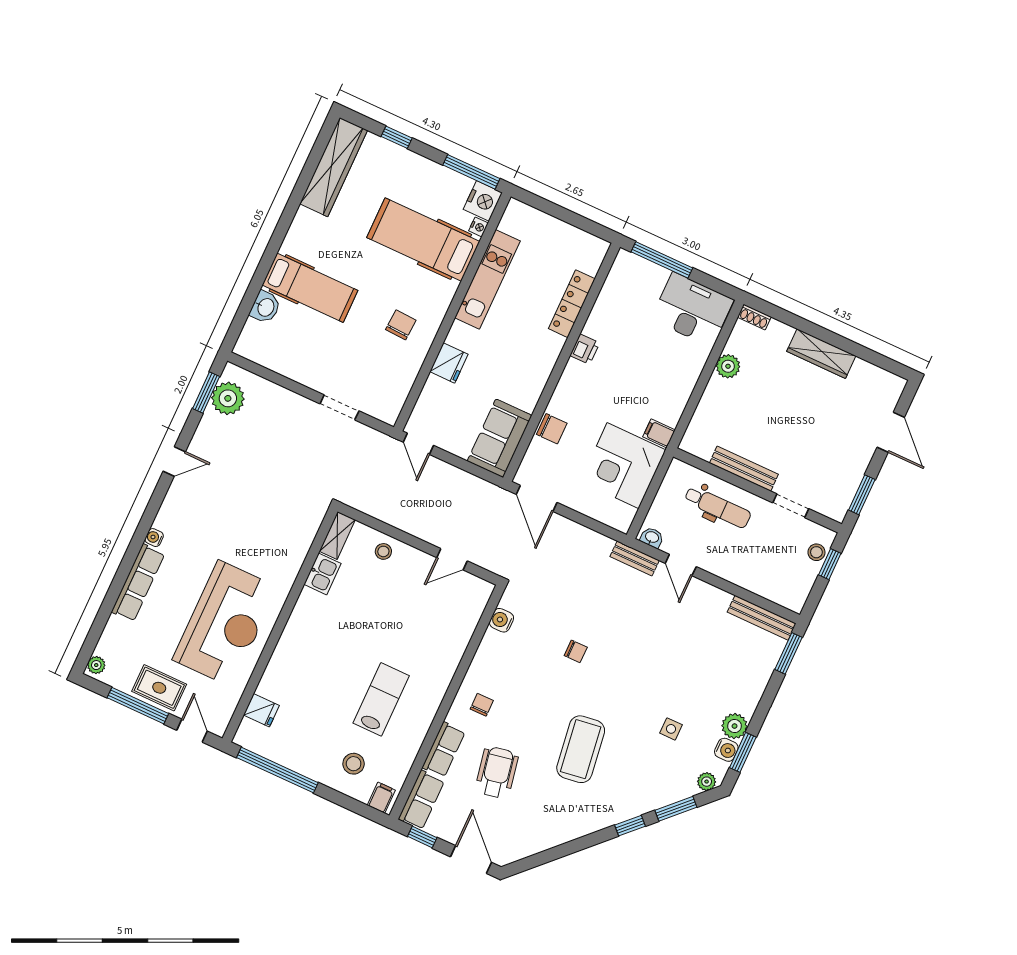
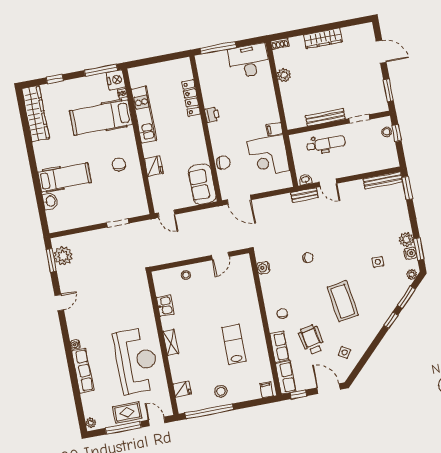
shelving: (337, 536) -> (171, 343), moved
stool: (354, 764) -> (221, 391), moved
side table: (531, 824) -> (345, 352), added

